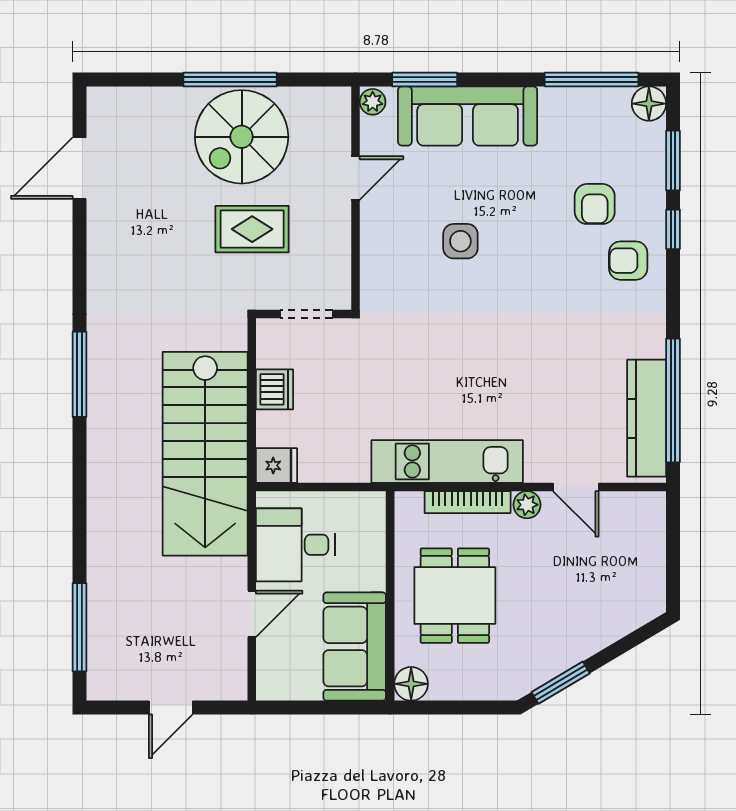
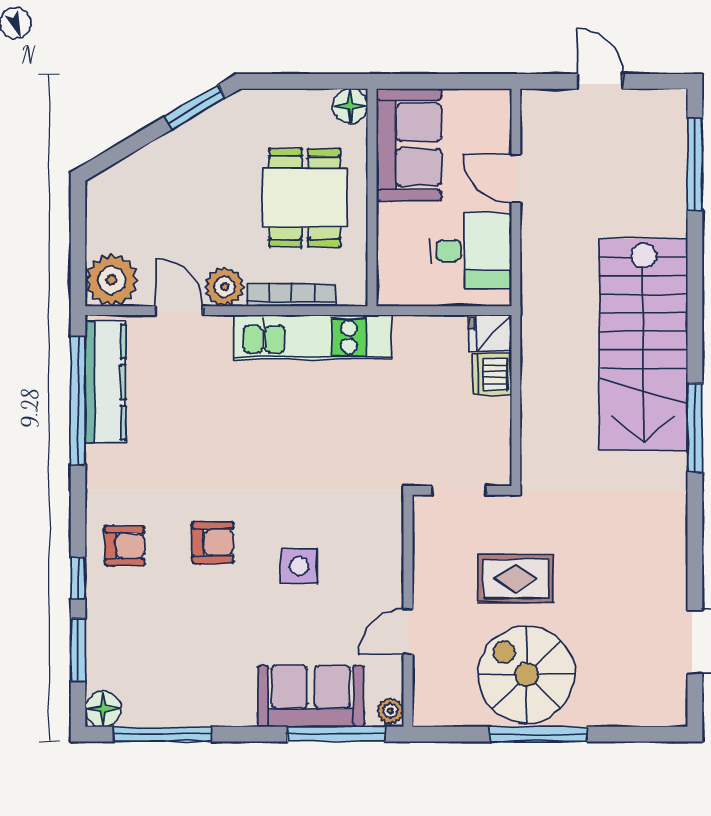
window: (425, 79) -> (336, 734), width x1.44
sofa: (468, 116) -> (311, 696), width x0.73
spiral stairs: (242, 137) -> (527, 675), turned -90
armchair: (595, 204) -> (213, 542), moved, turned 90
dishwasher: (275, 389) -> (492, 374), moved
stairs: (205, 454) -> (644, 344), moved, turned 180
plant: (527, 505) -> (224, 287), width x1.38, depth x1.38
plant: (641, 516) -> (112, 280), added
door: (252, 614) -> (516, 179), hinge flipped
door: (171, 708) -> (600, 81), hinge flipped

